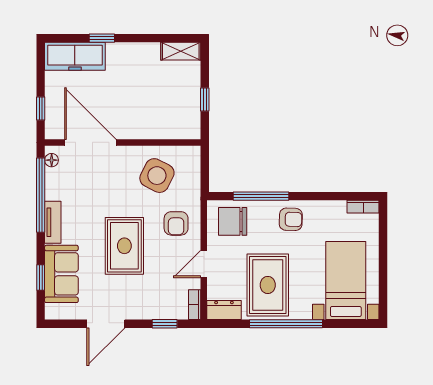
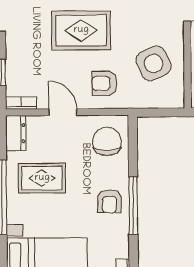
side table: (157, 176) -> (153, 63), turned 38
window: (261, 196) -> (133, 206), moved
rug: (268, 285) -> (42, 178), width x0.73, depth x0.70

